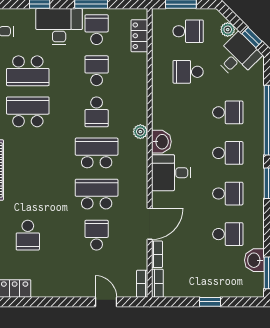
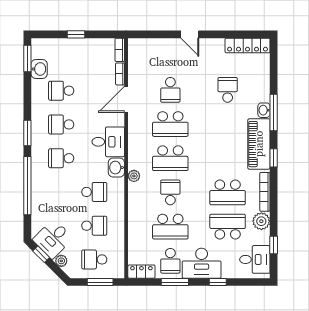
locker: (139, 36) -> (141, 272), moved, turned -90
school desk: (97, 71) -> (170, 227), width x1.85
school desk: (228, 112) -> (94, 192), moved, turned 180
bookcase: (142, 284) -> (133, 49), removed
door: (106, 302) -> (190, 34), moved

